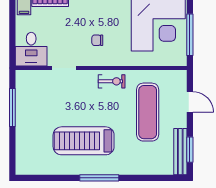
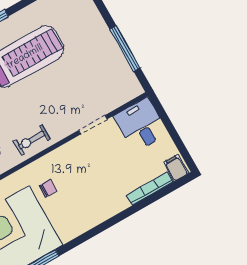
chair: (97, 40) -> (48, 188), moved

